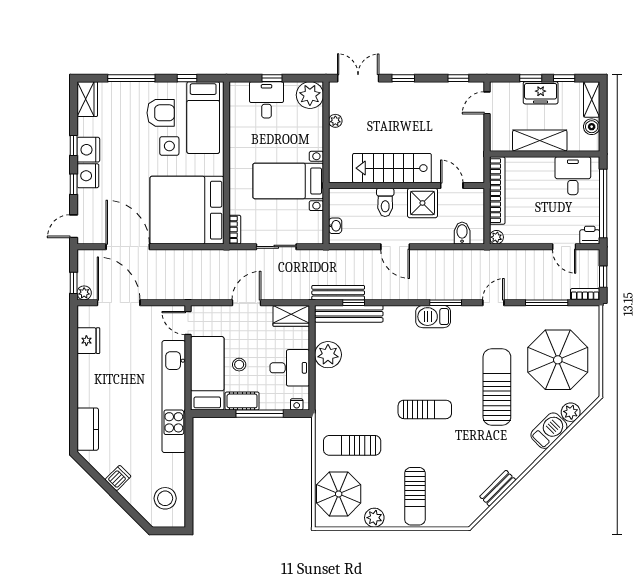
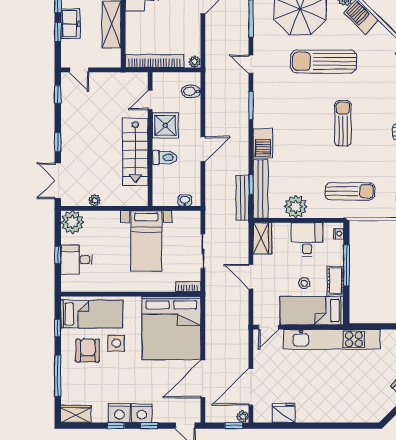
barbecue: (433, 317) -> (263, 143), moved
kitchen counter: (88, 429) -> (360, 413), removed
sun lounger: (352, 445) -> (350, 191), moved, turned -90

